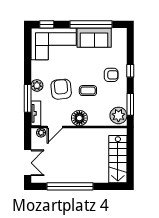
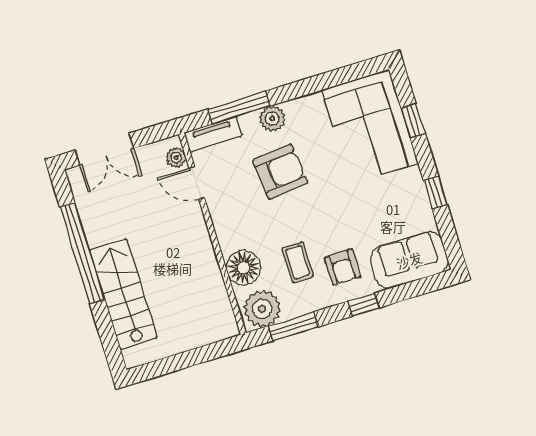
window: (47, 24) -> (413, 121), moved
window: (91, 24) -> (435, 192), width x0.32
sofa: (94, 38) -> (409, 260), moved, turned 90
coffee table: (88, 91) -> (298, 262), moved
floor lamp: (79, 118) -> (244, 268), moved
stairs: (118, 159) -> (123, 294), moved, turned 90

